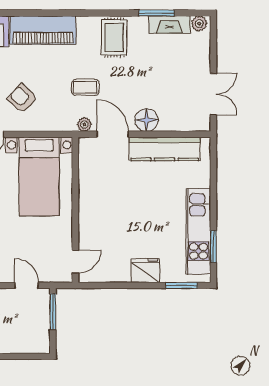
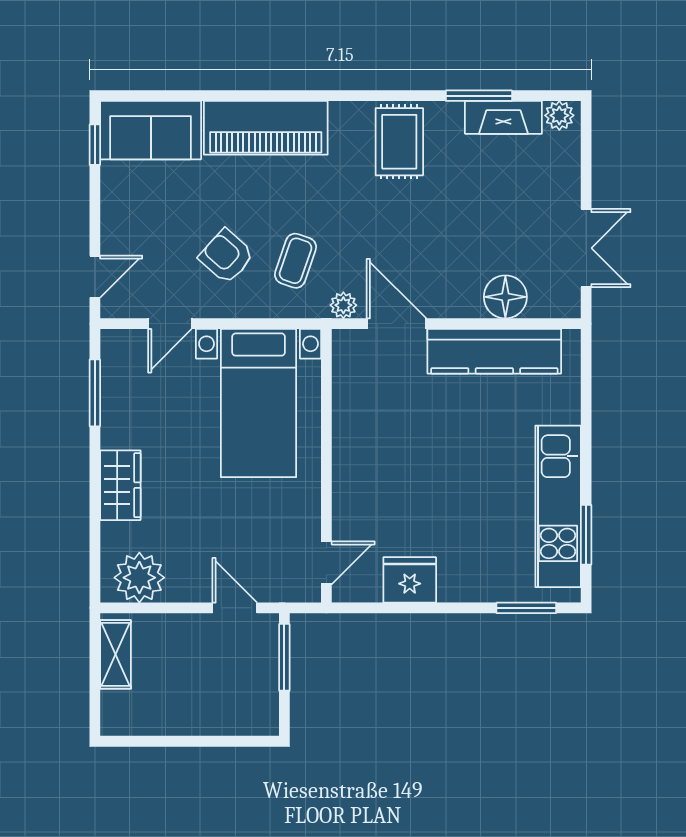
coffee table: (85, 87) -> (296, 261), moved, turned -71
floor lamp: (147, 120) -> (505, 297), moved
fridge: (145, 271) -> (410, 580), moved

